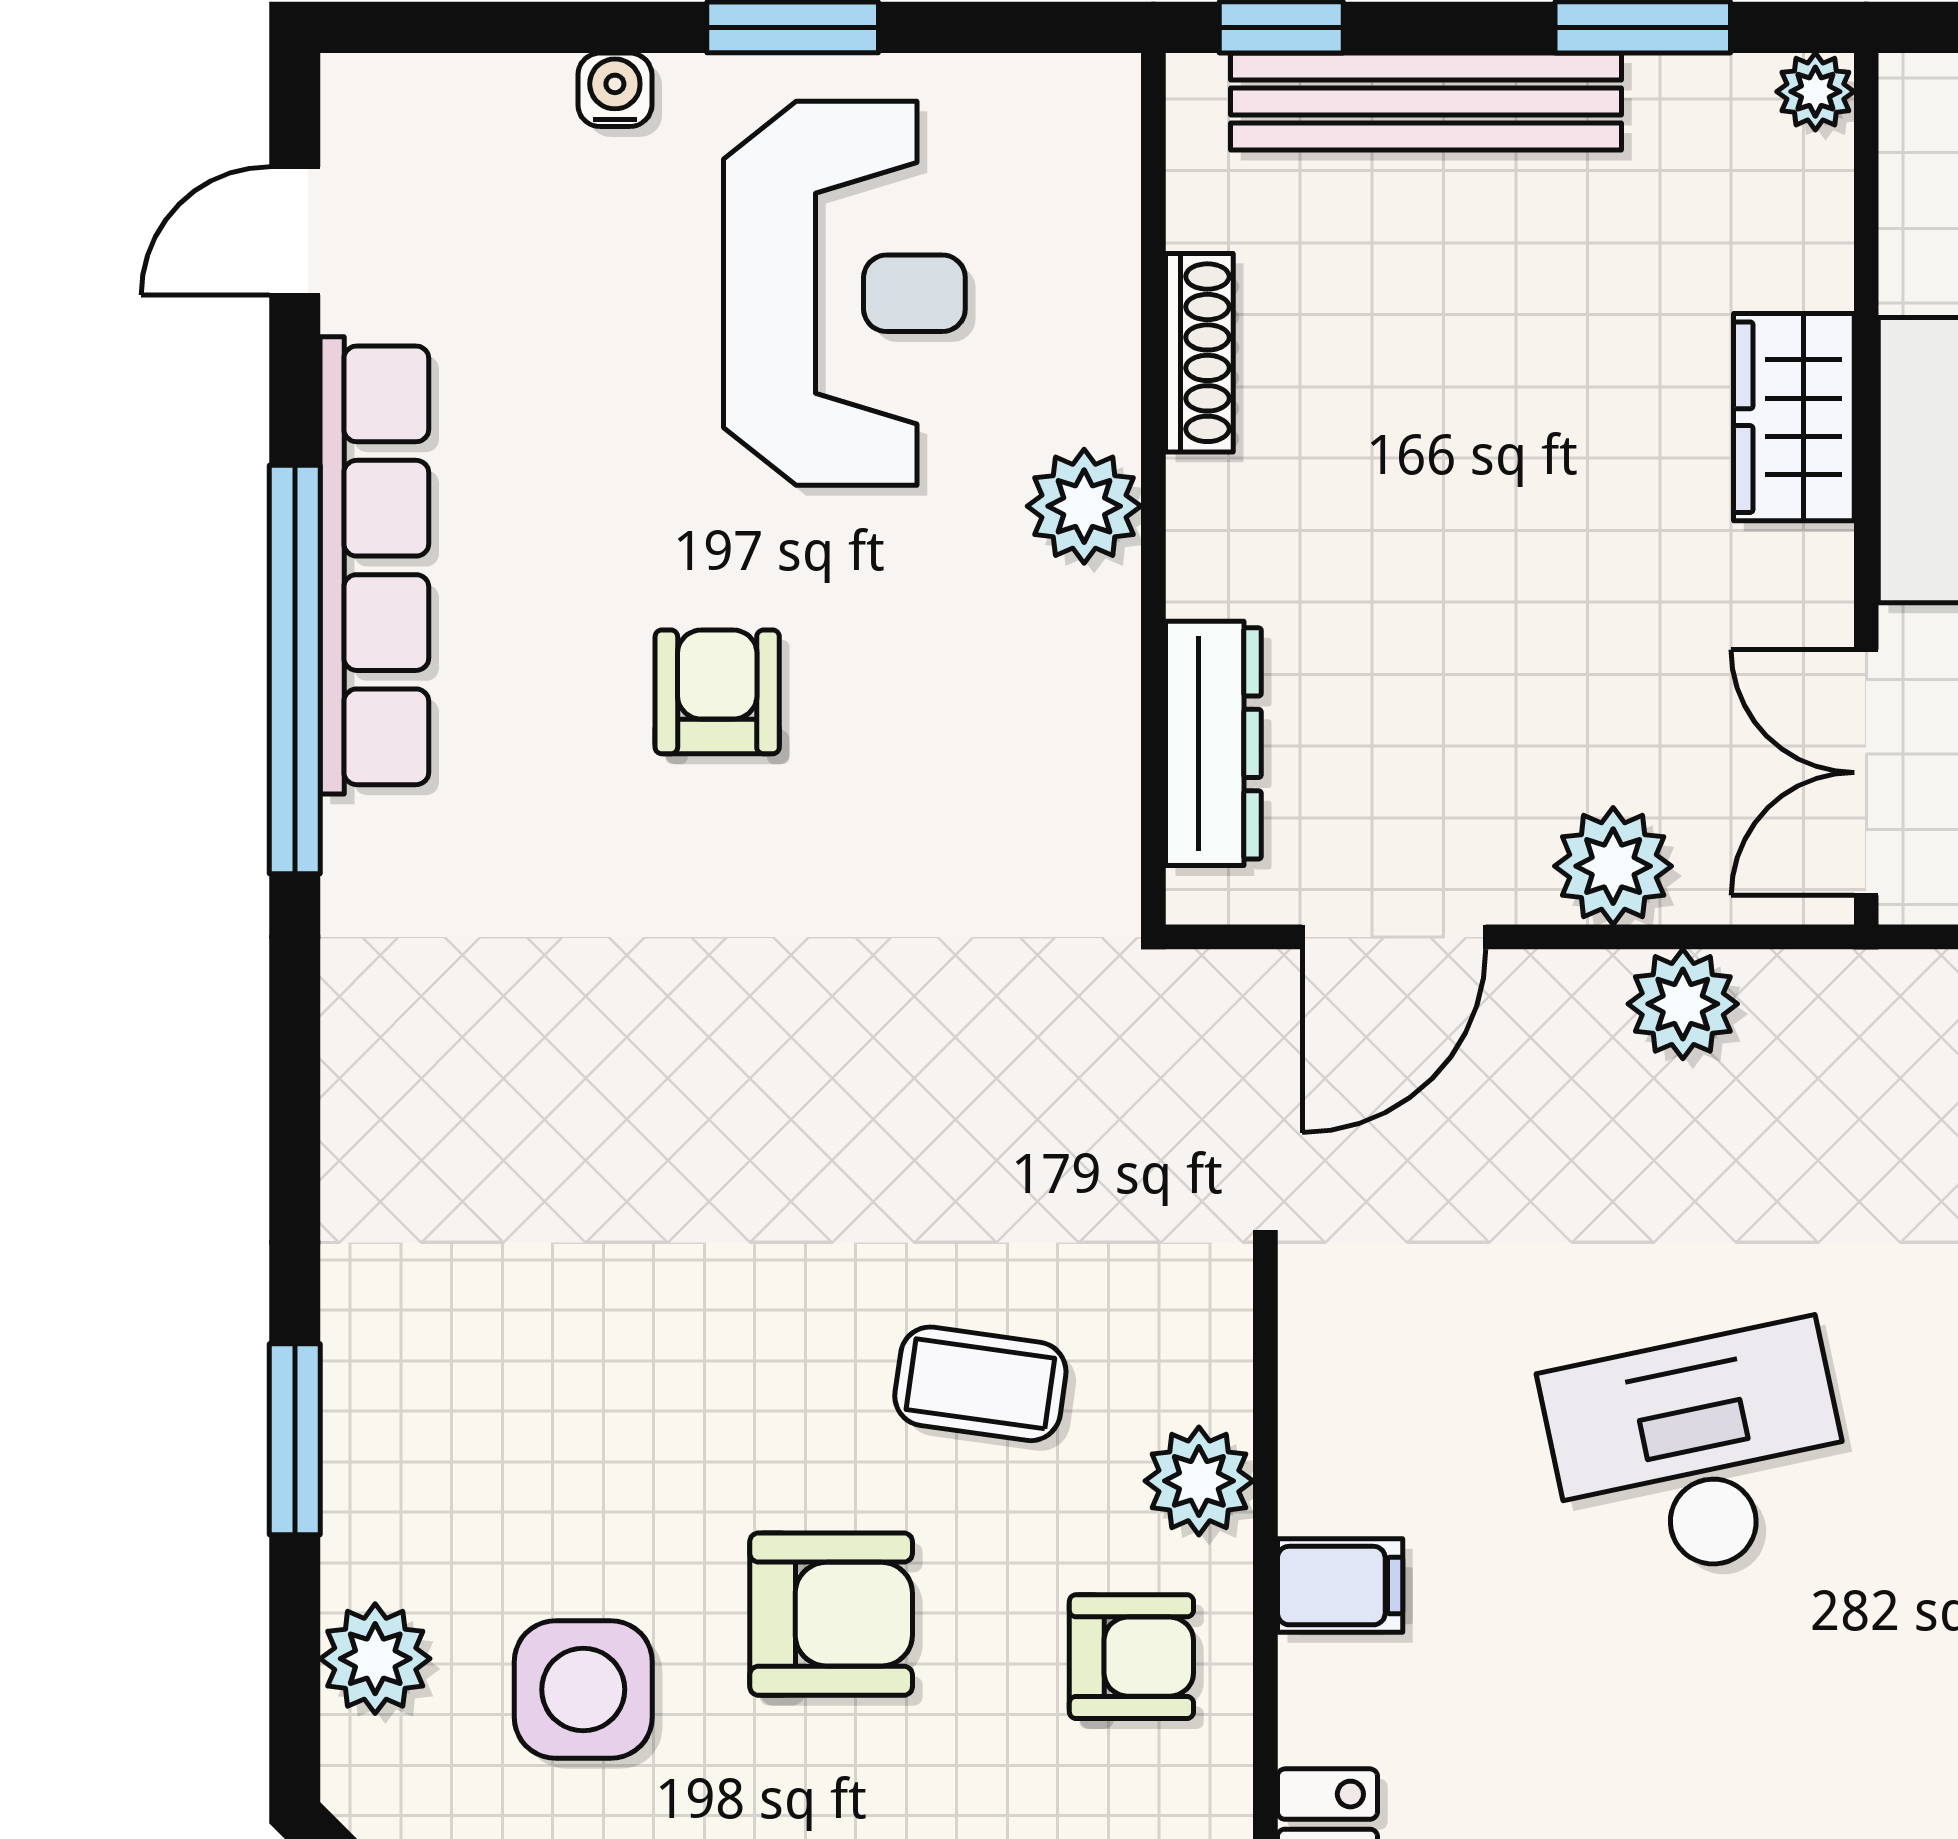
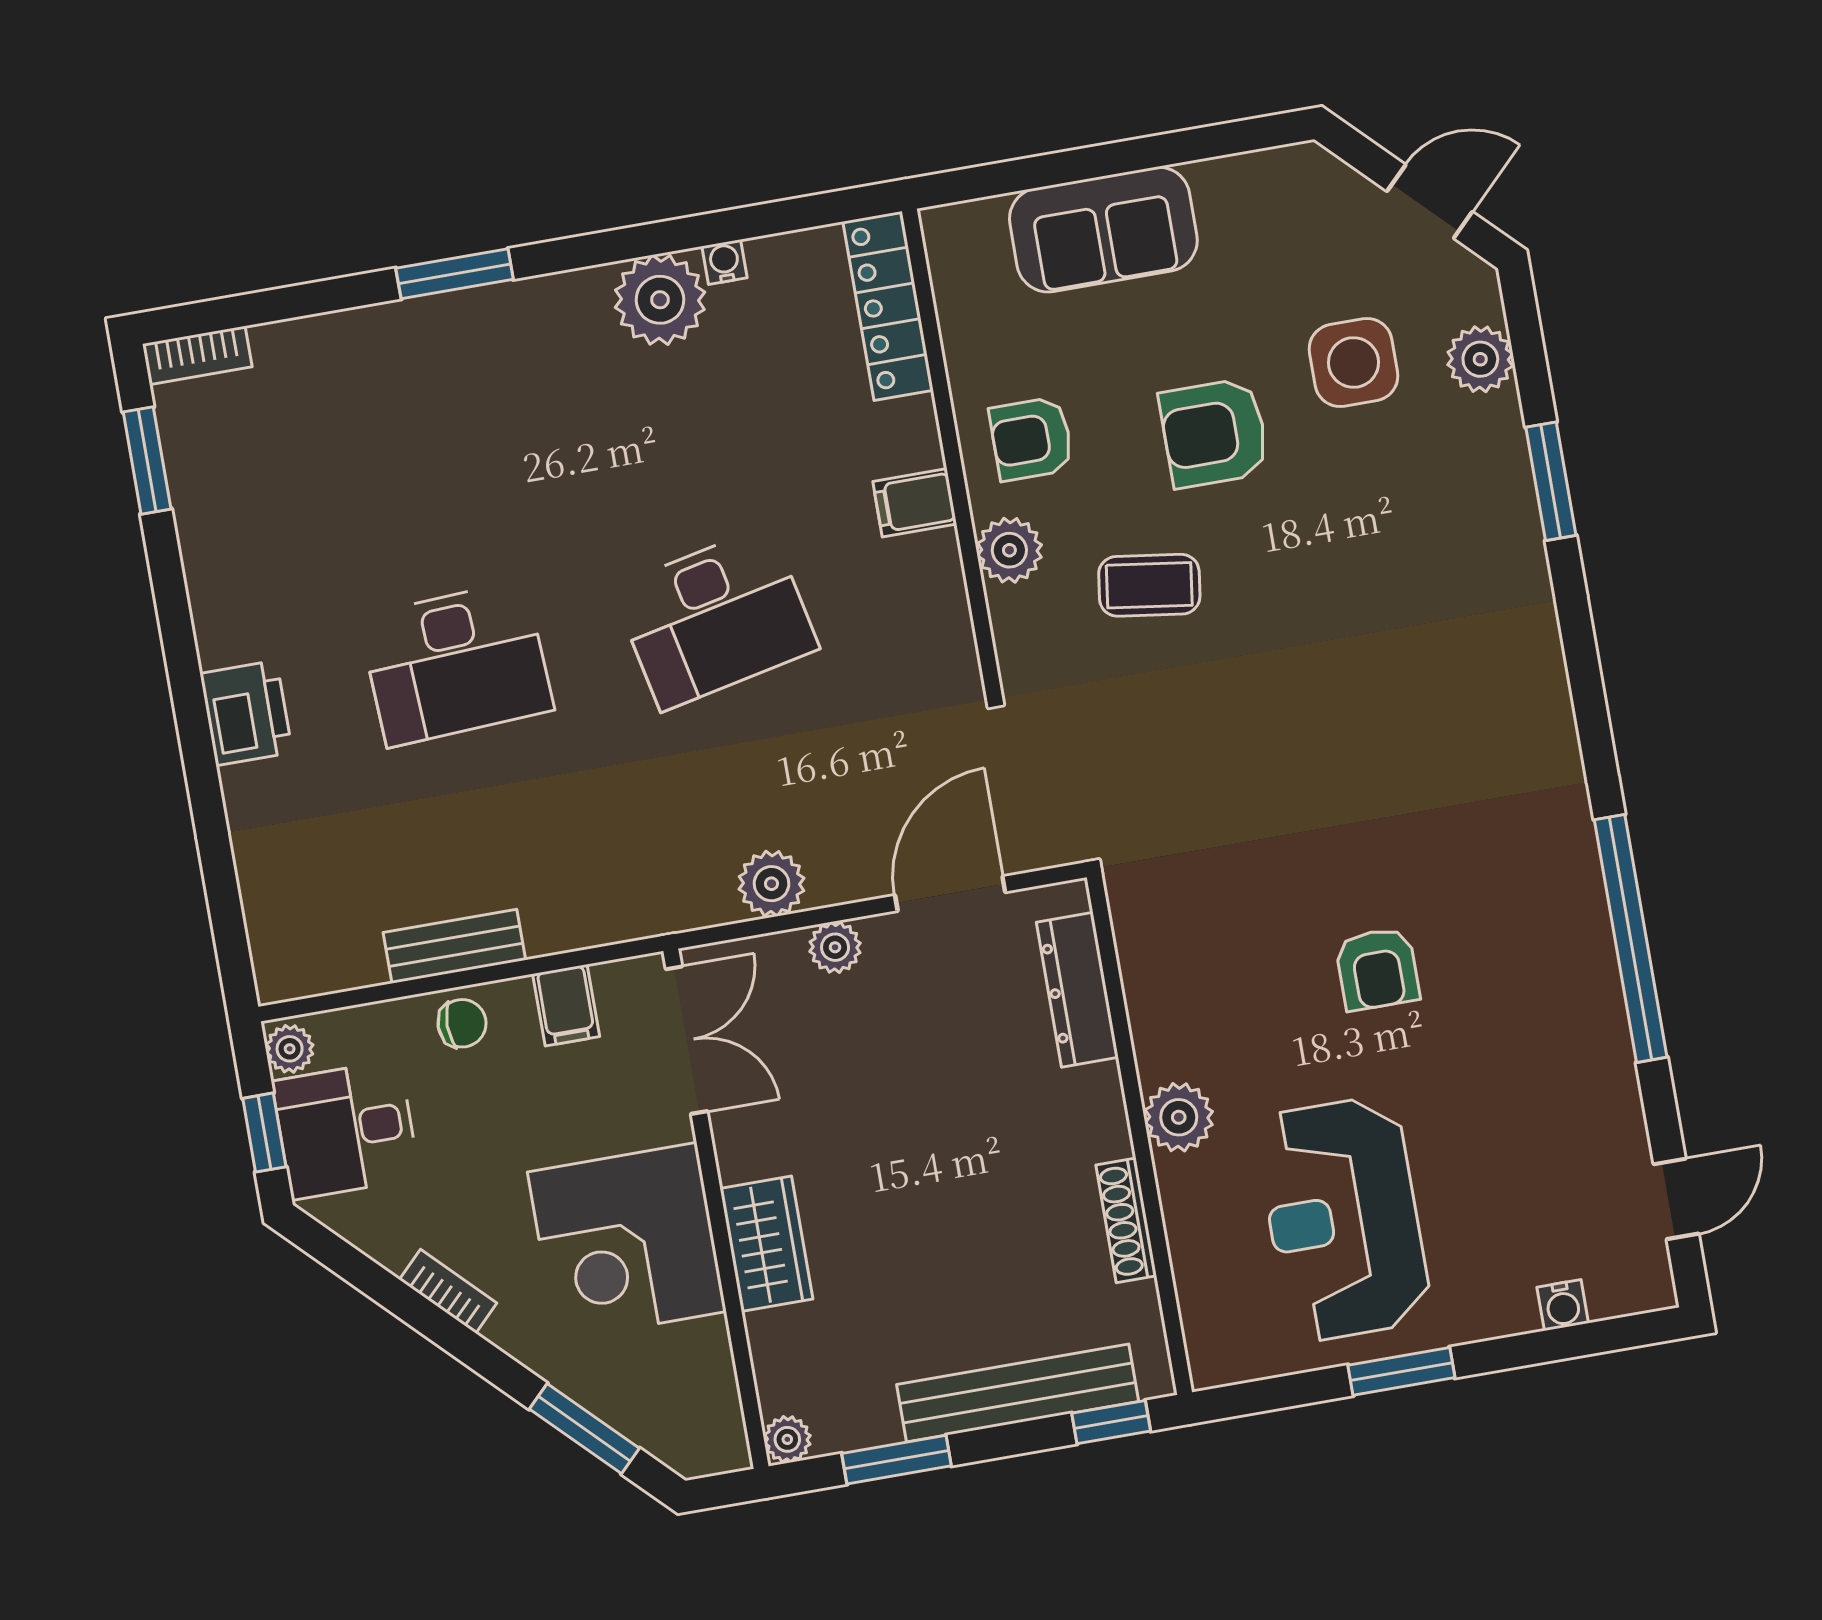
water cooler: (615, 90) -> (1563, 1305), moved
row of seats: (374, 565) -> (1594, 1009), removed
plant: (1613, 866) -> (835, 947), width x0.73, depth x0.73

